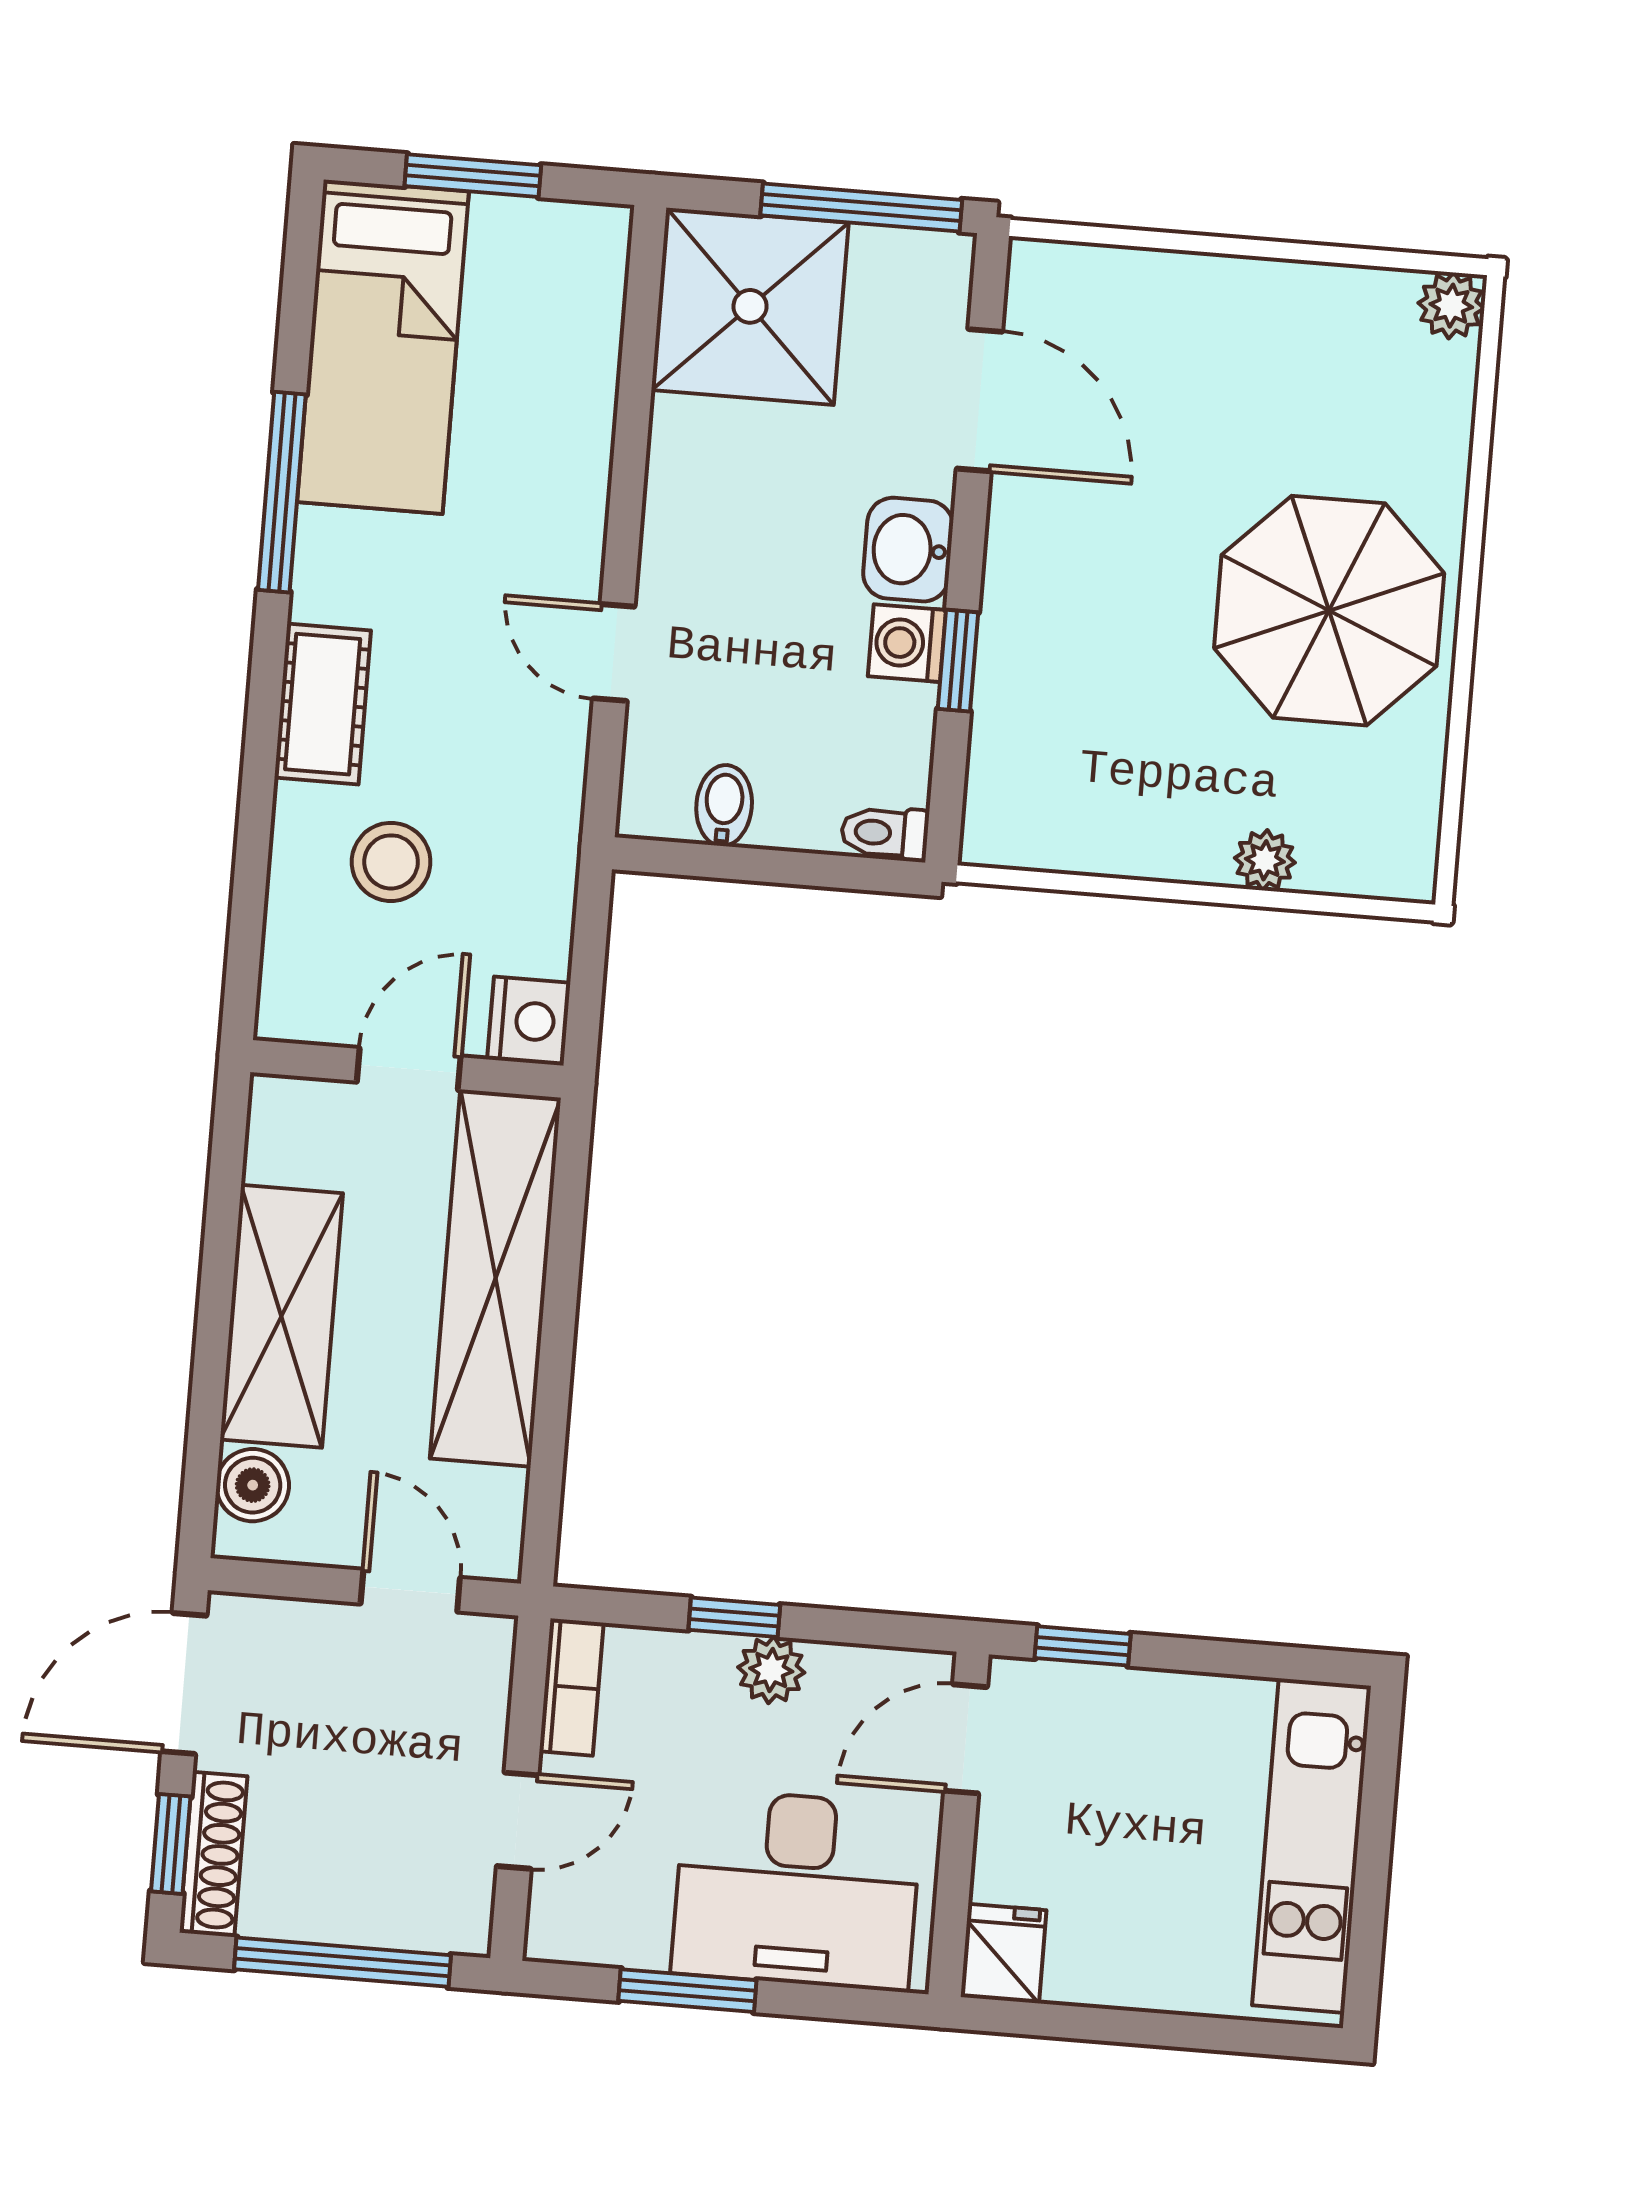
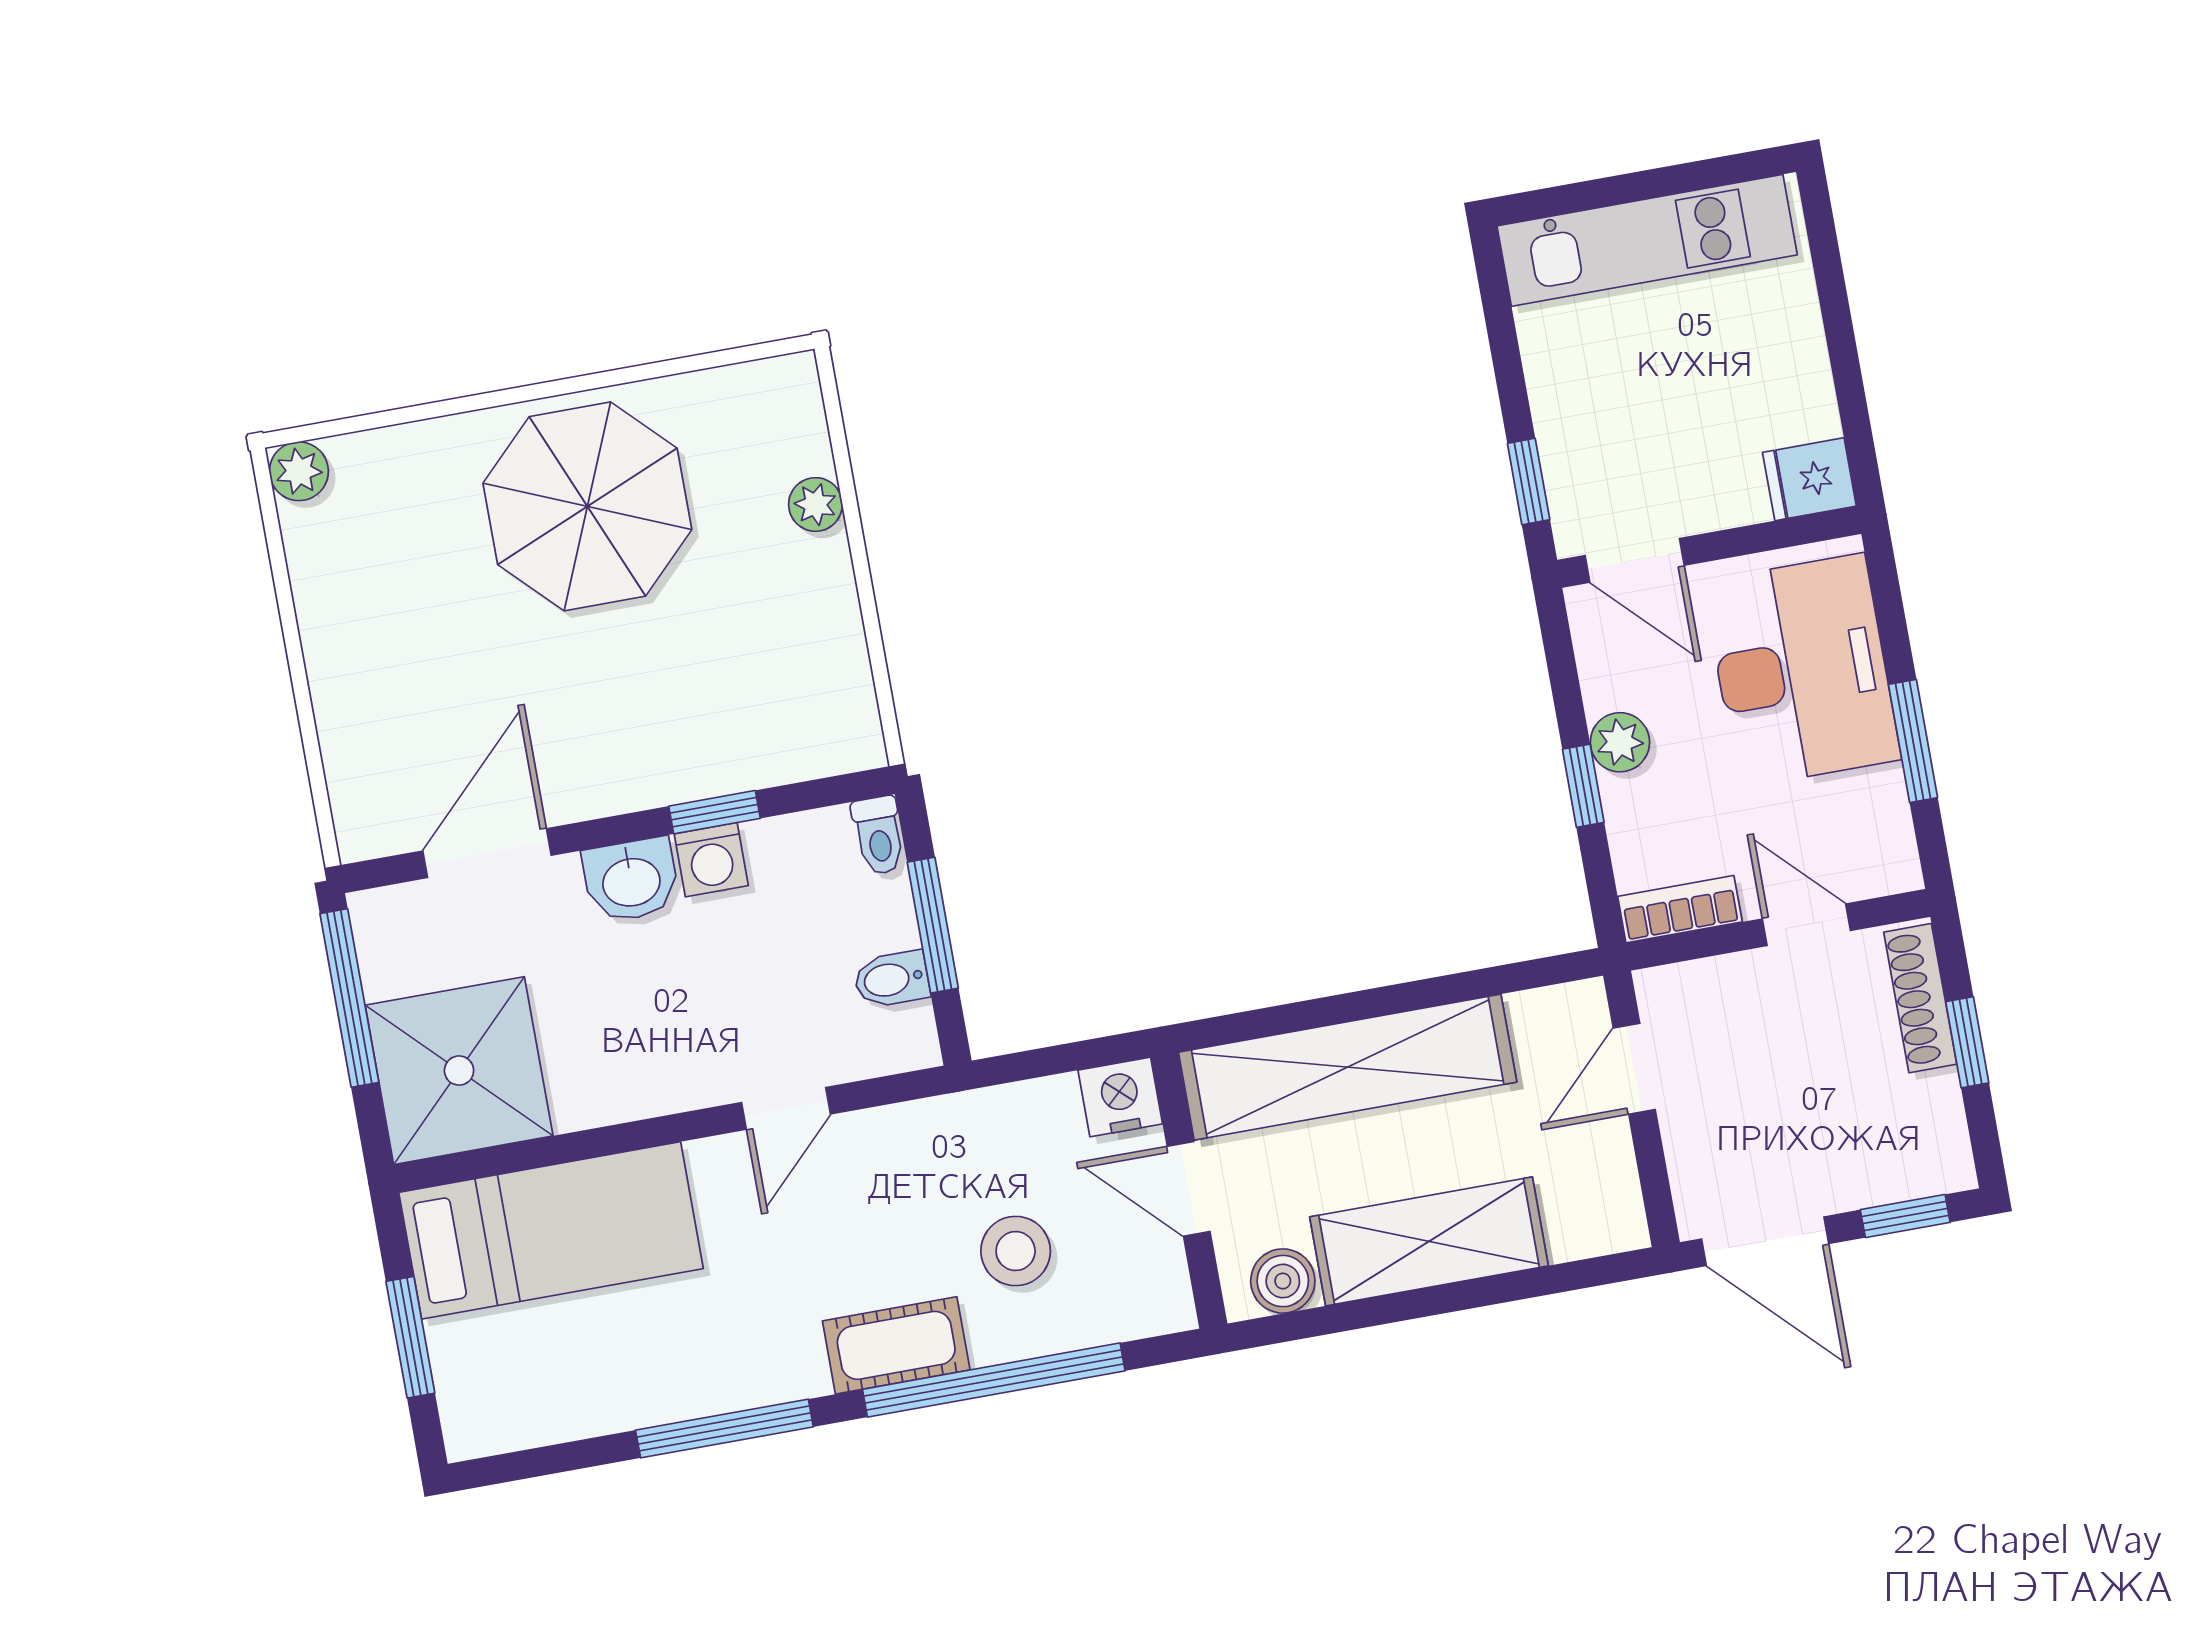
bed: (383, 347) -> (551, 1230), moved
window: (256, 801) -> (994, 1380), added
window: (771, 866) -> (933, 925), added
boiler: (253, 1485) -> (1283, 1281), moved
shoe rack: (213, 1854) -> (1920, 998), moved, turned -90
window: (342, 1962) -> (1967, 1042), width x0.46

